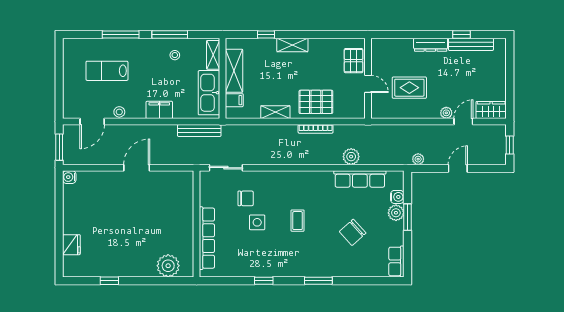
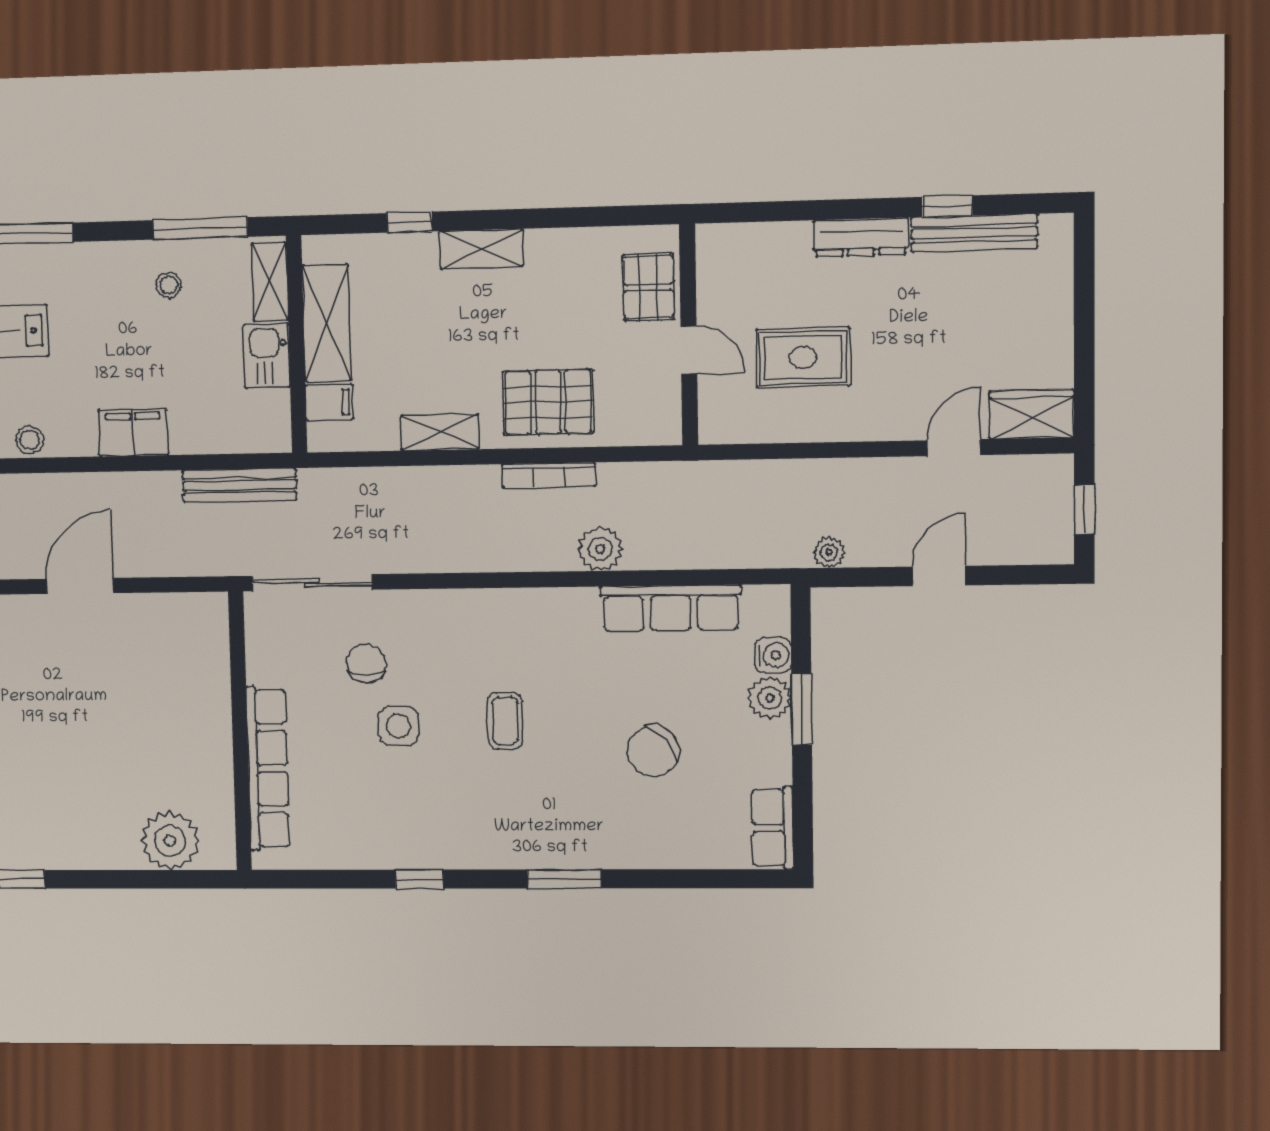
window: (170, 34) -> (200, 228), moved
kitchen sink: (209, 93) -> (267, 356), width x0.53, depth x0.81
plant: (446, 113) -> (906, 425), removed
plant: (351, 157) -> (600, 549), moved
sliding door: (226, 168) -> (312, 583), width x1.37
chair: (246, 198) -> (366, 663), turned -90

